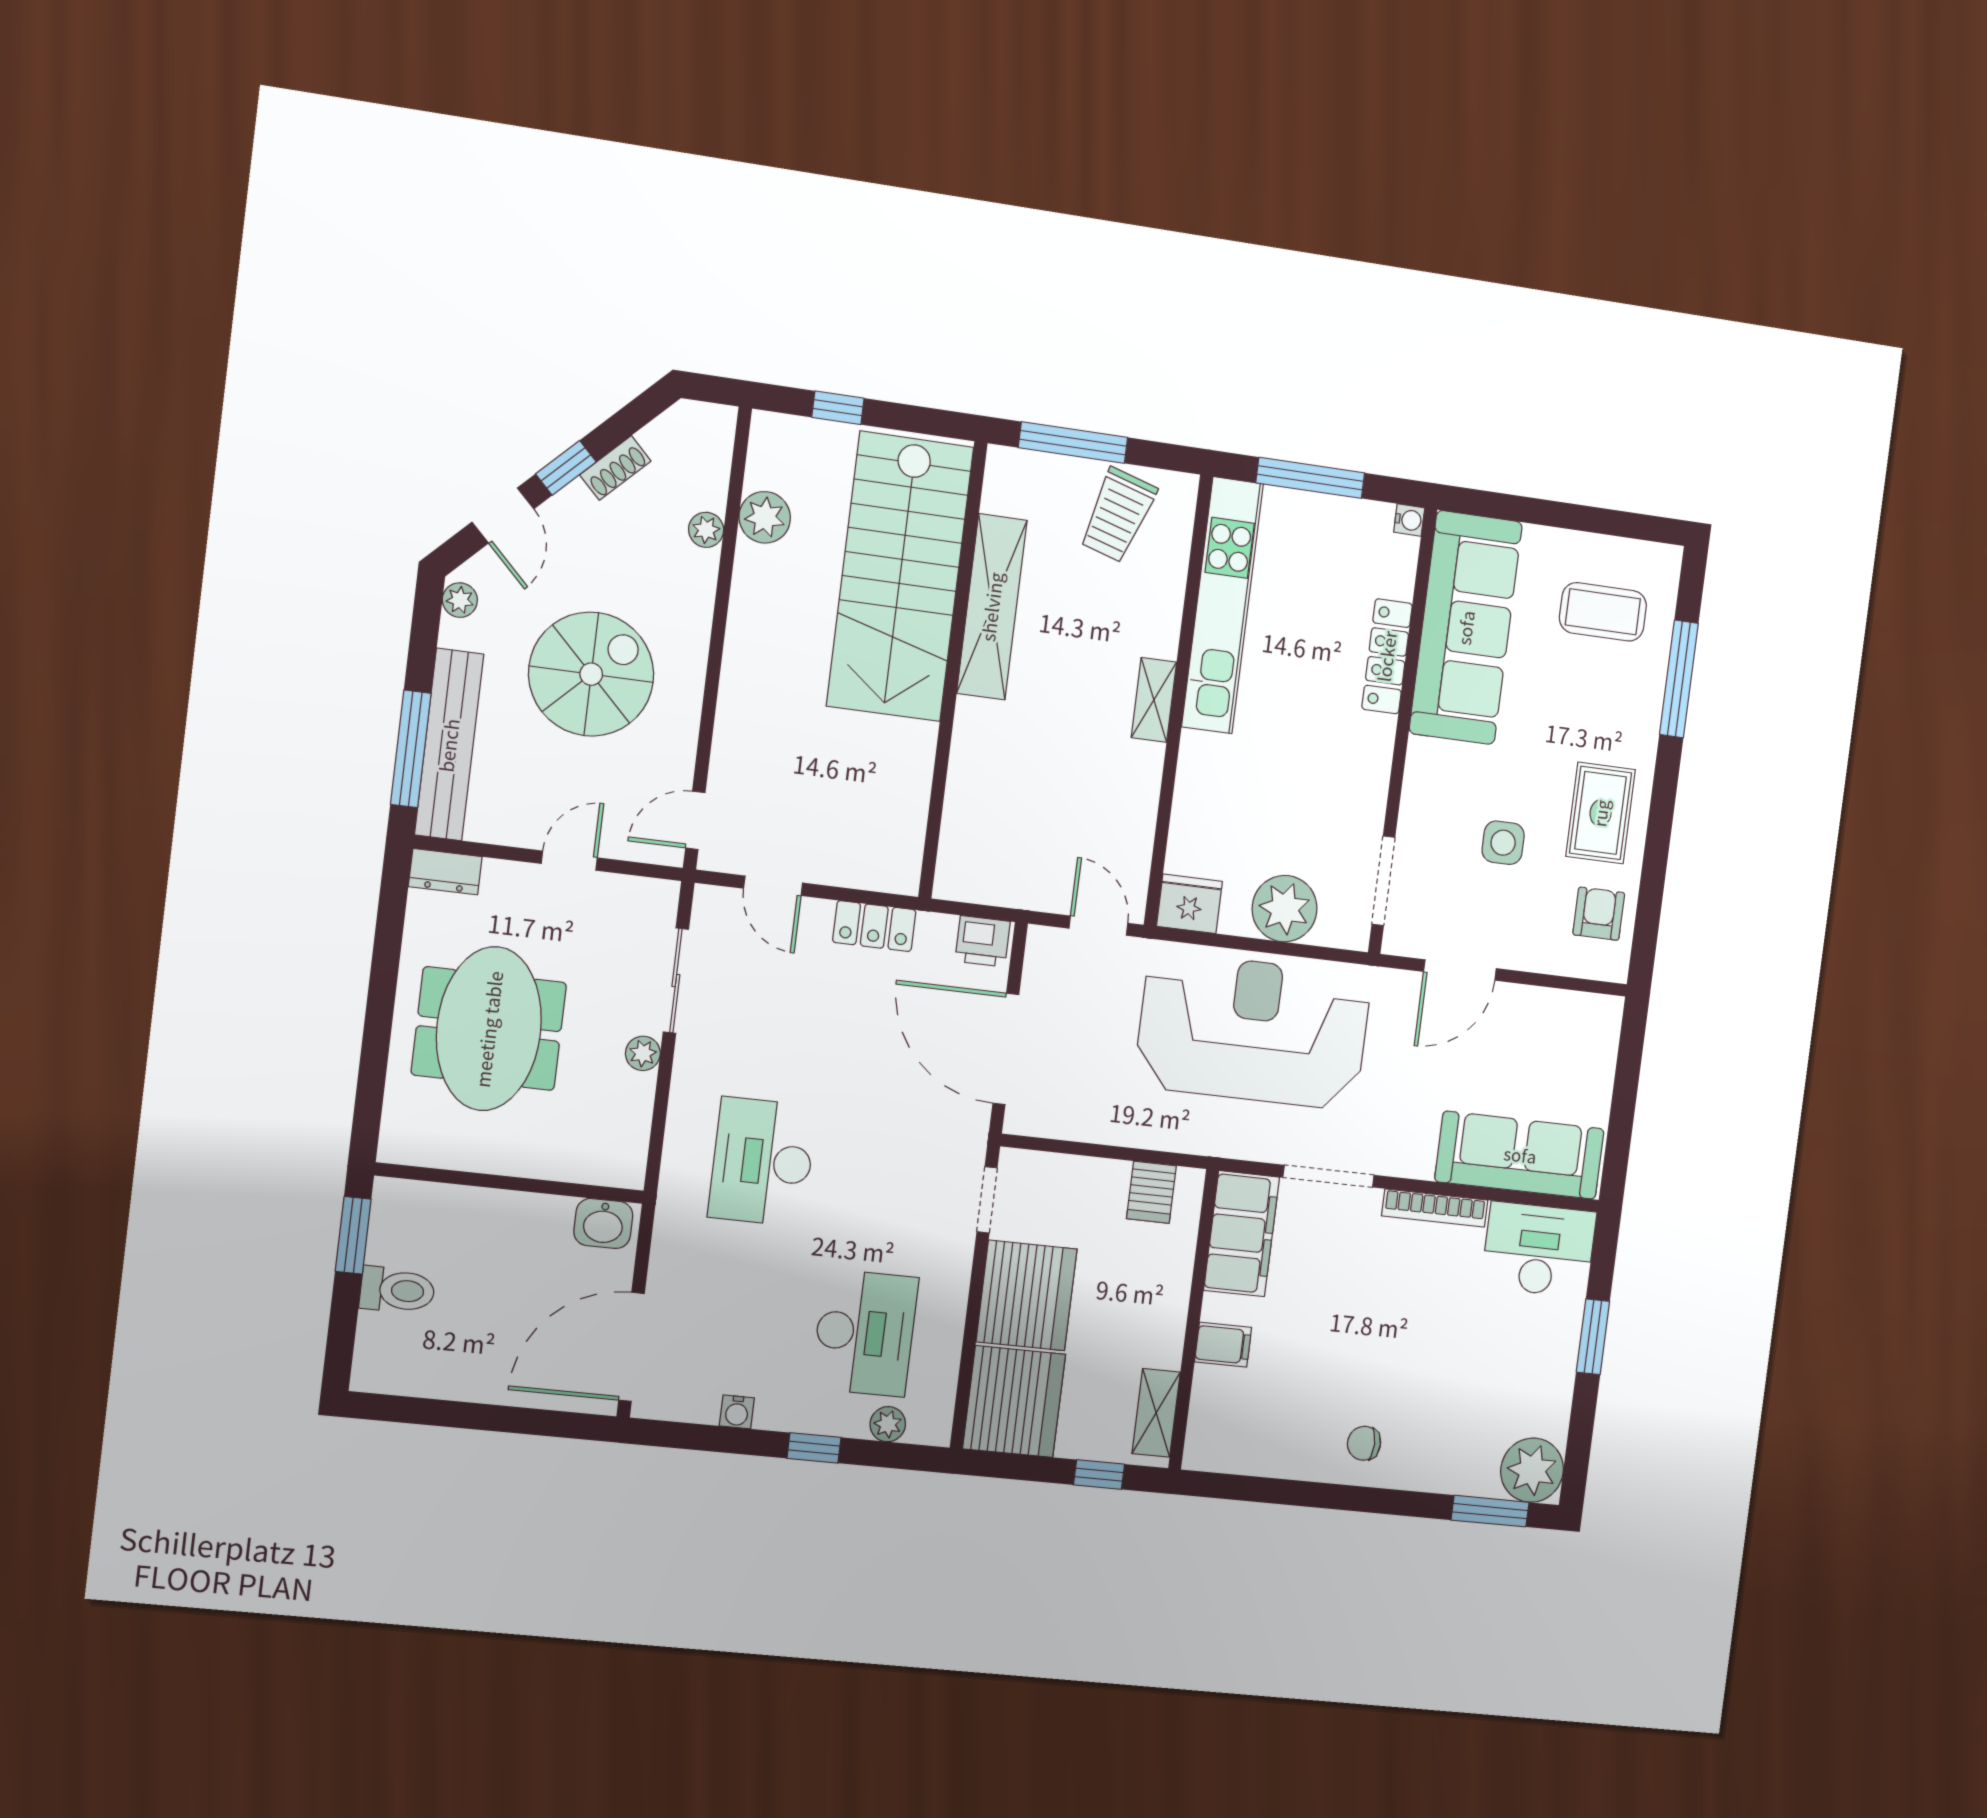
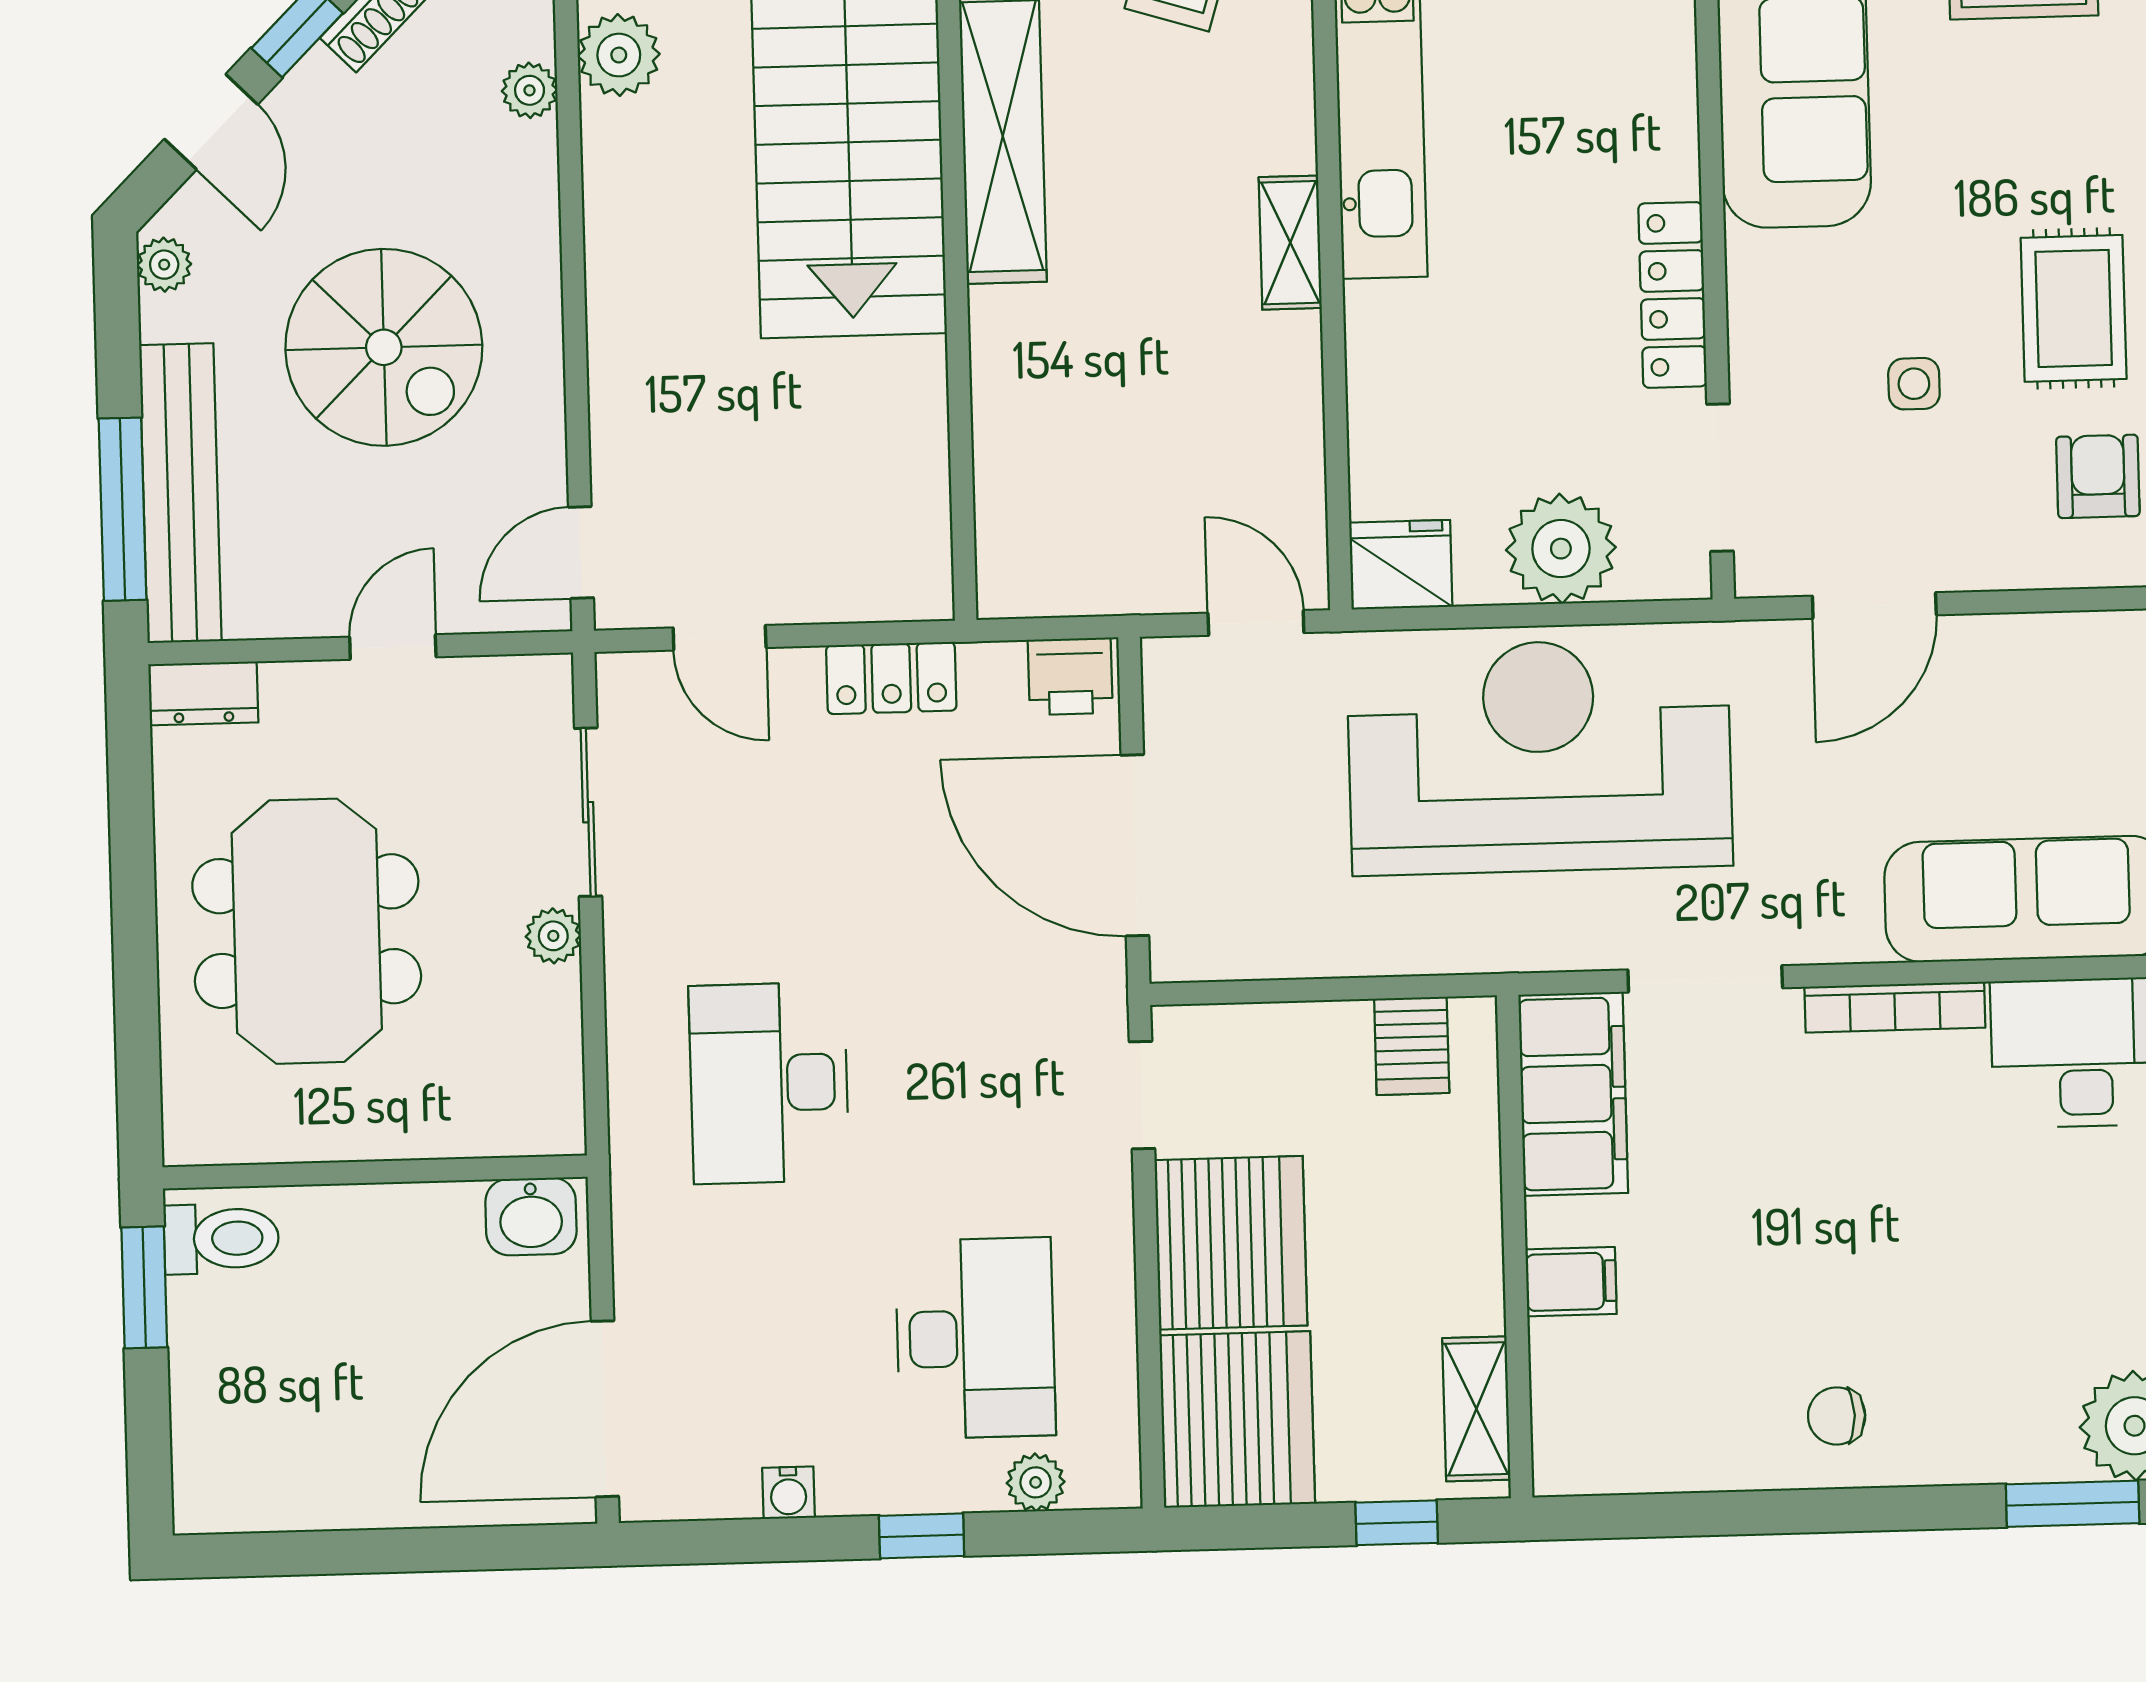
locker: (1387, 656) -> (1673, 295), moved
spiral stairs: (591, 674) -> (384, 347), turned 90
side table: (1503, 843) -> (1914, 384), width x0.73, depth x0.73
toilet: (397, 1290) -> (221, 1239), moved

